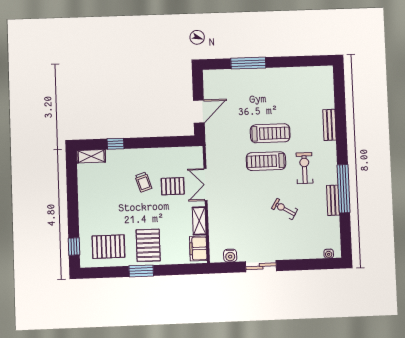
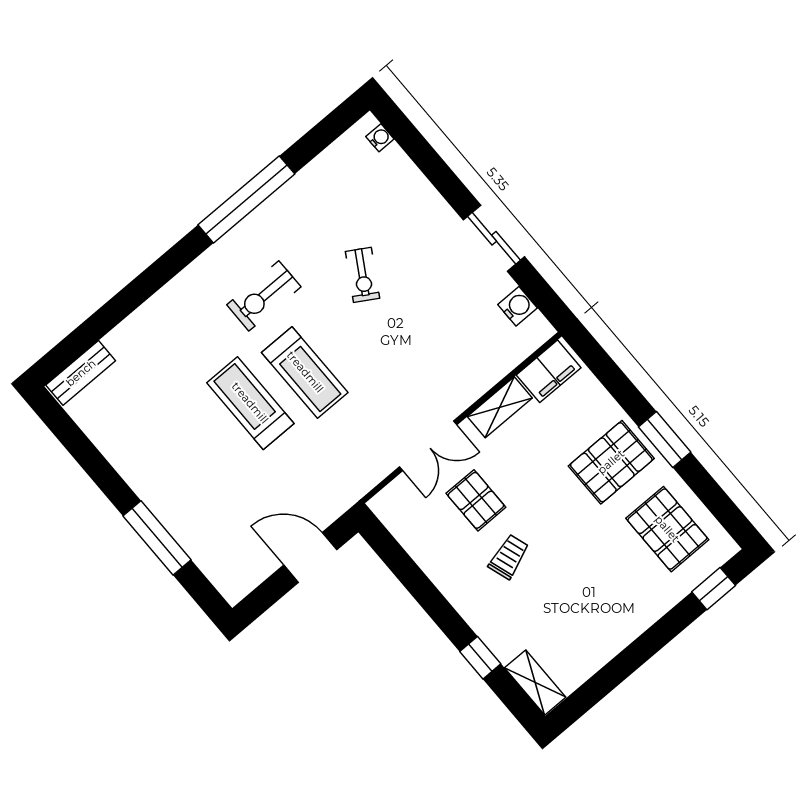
bench: (330, 125) -> (81, 373), moved
bench: (333, 200) -> (281, 202), removed

